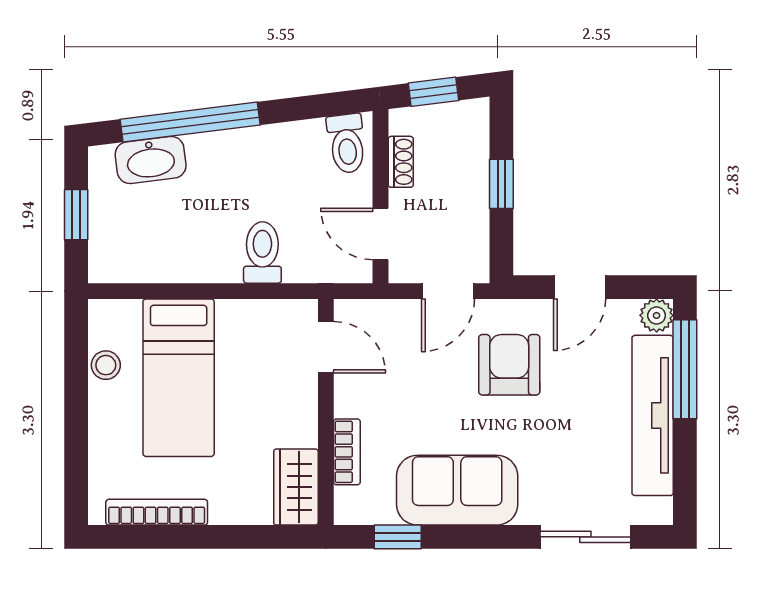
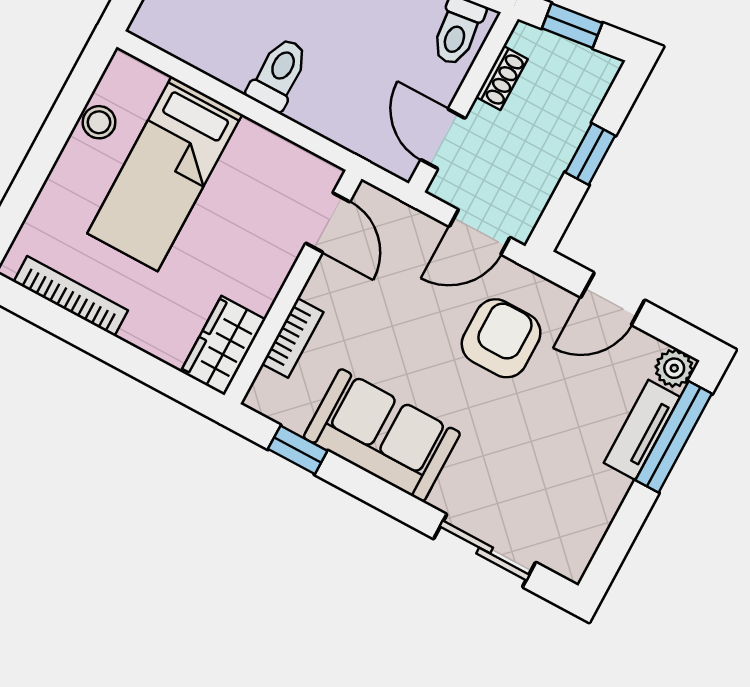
toilet: (262, 252) -> (278, 74), moved
tv unit: (653, 415) -> (642, 430), width x0.52, depth x0.78

